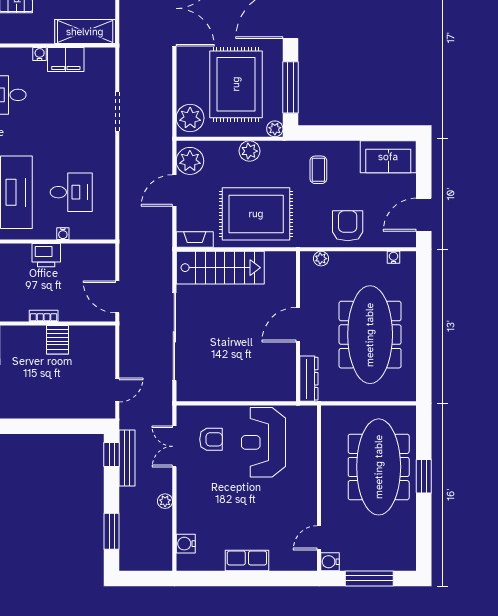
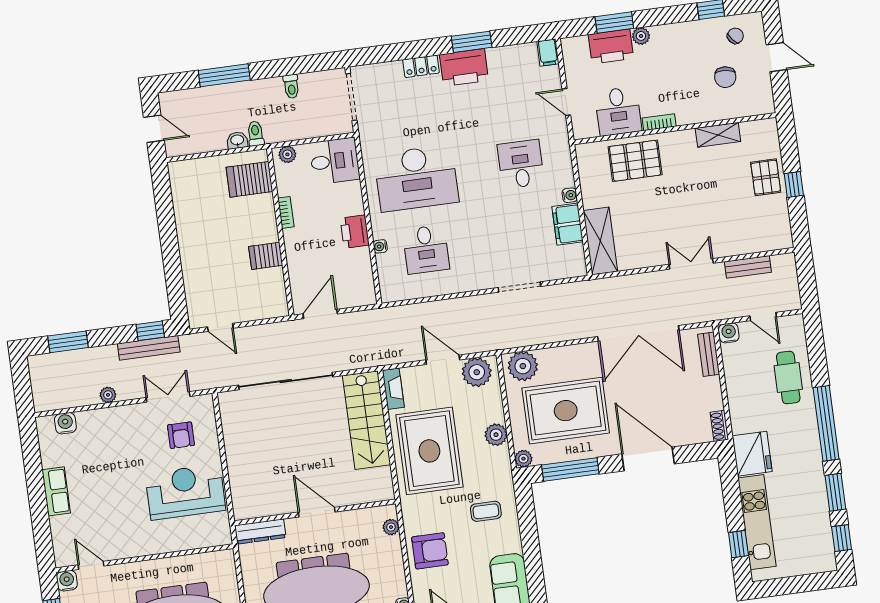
bookcase: (44, 316) -> (286, 212), moved

